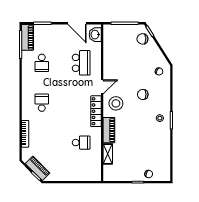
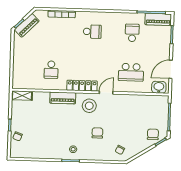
school desk: (42, 63) -> (132, 33), turned 90
door: (102, 87) -> (106, 93), swing flipped
shelving: (108, 154) -> (22, 96), moved

